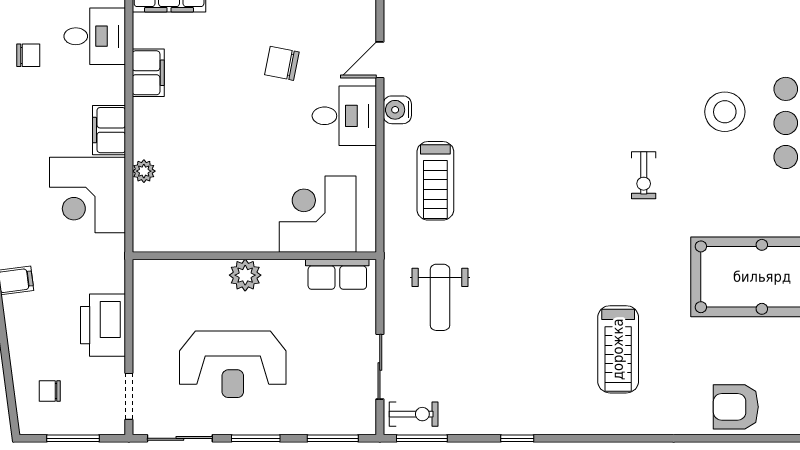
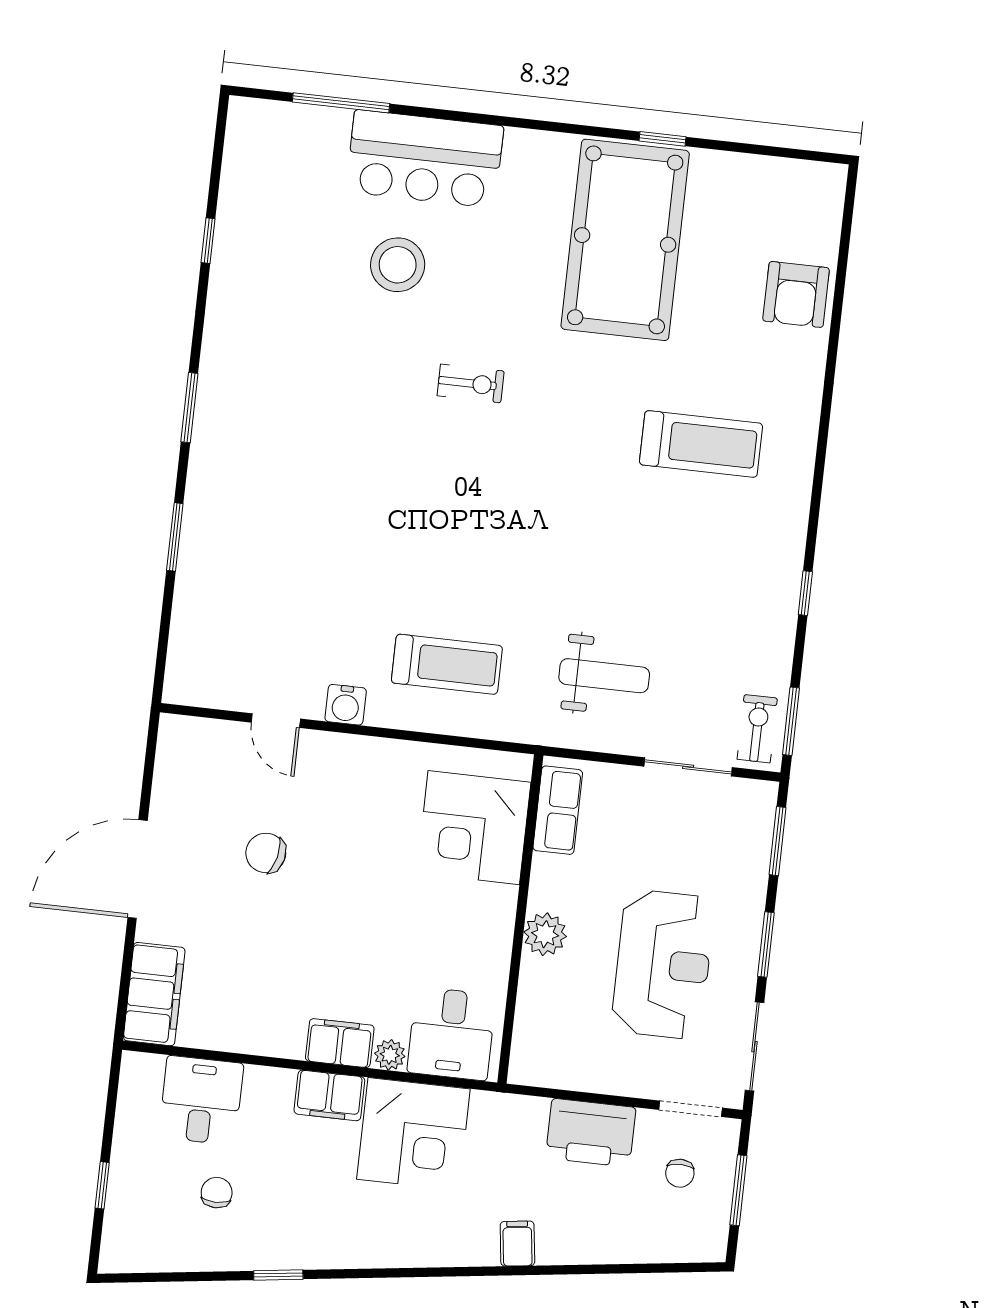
chair: (282, 63) -> (266, 853), turned 92
filing cabinet: (148, 73) -> (340, 1043), moved
desk: (344, 116) -> (451, 1034), moved, turned 180
chair: (50, 391) -> (680, 1173), moved

